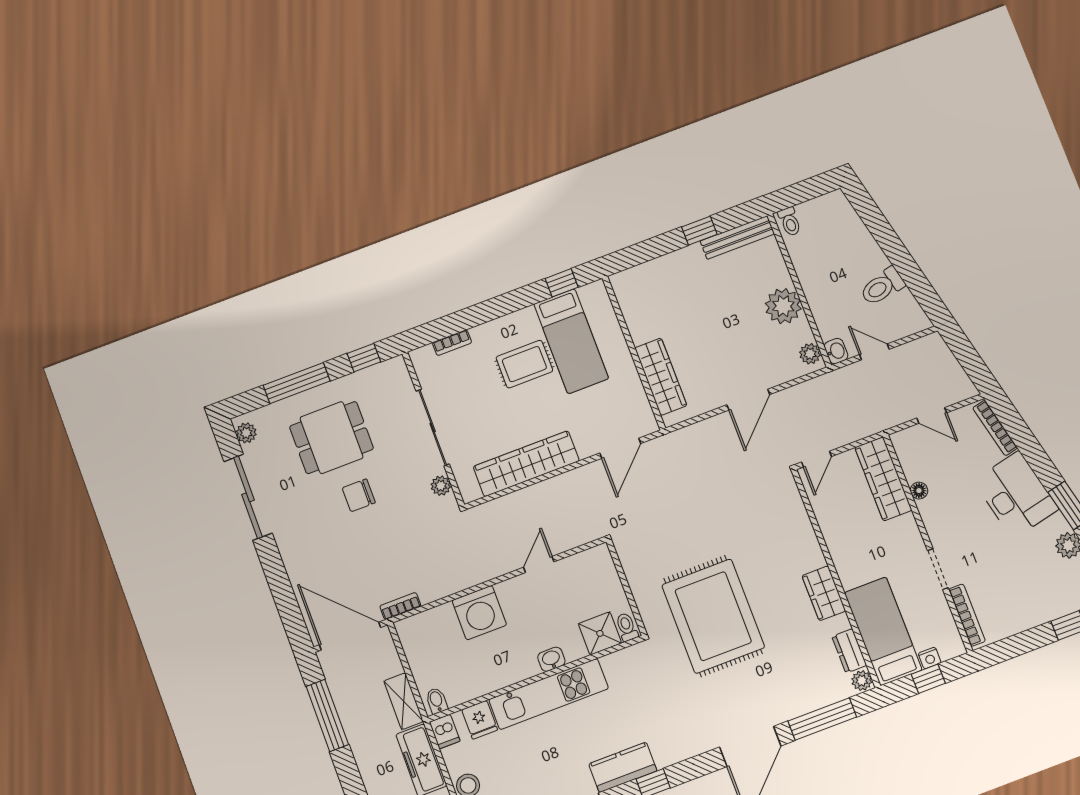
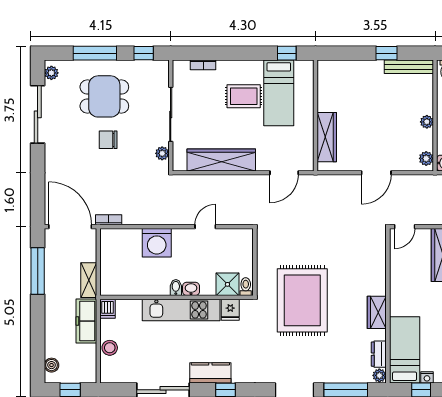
plant: (783, 306) -> (427, 122), width x0.53, depth x0.53
bidet: (437, 701) -> (176, 288), moved
fridge: (480, 720) -> (230, 310), moved

